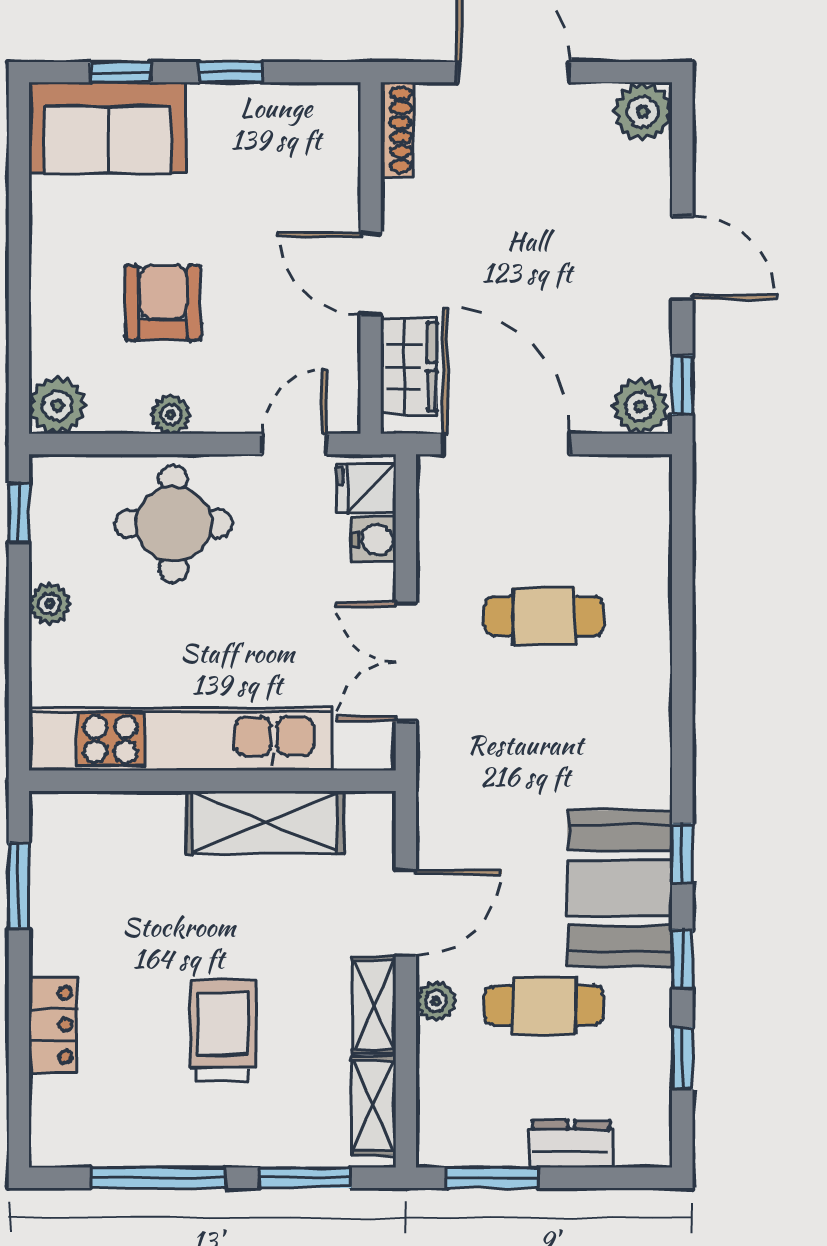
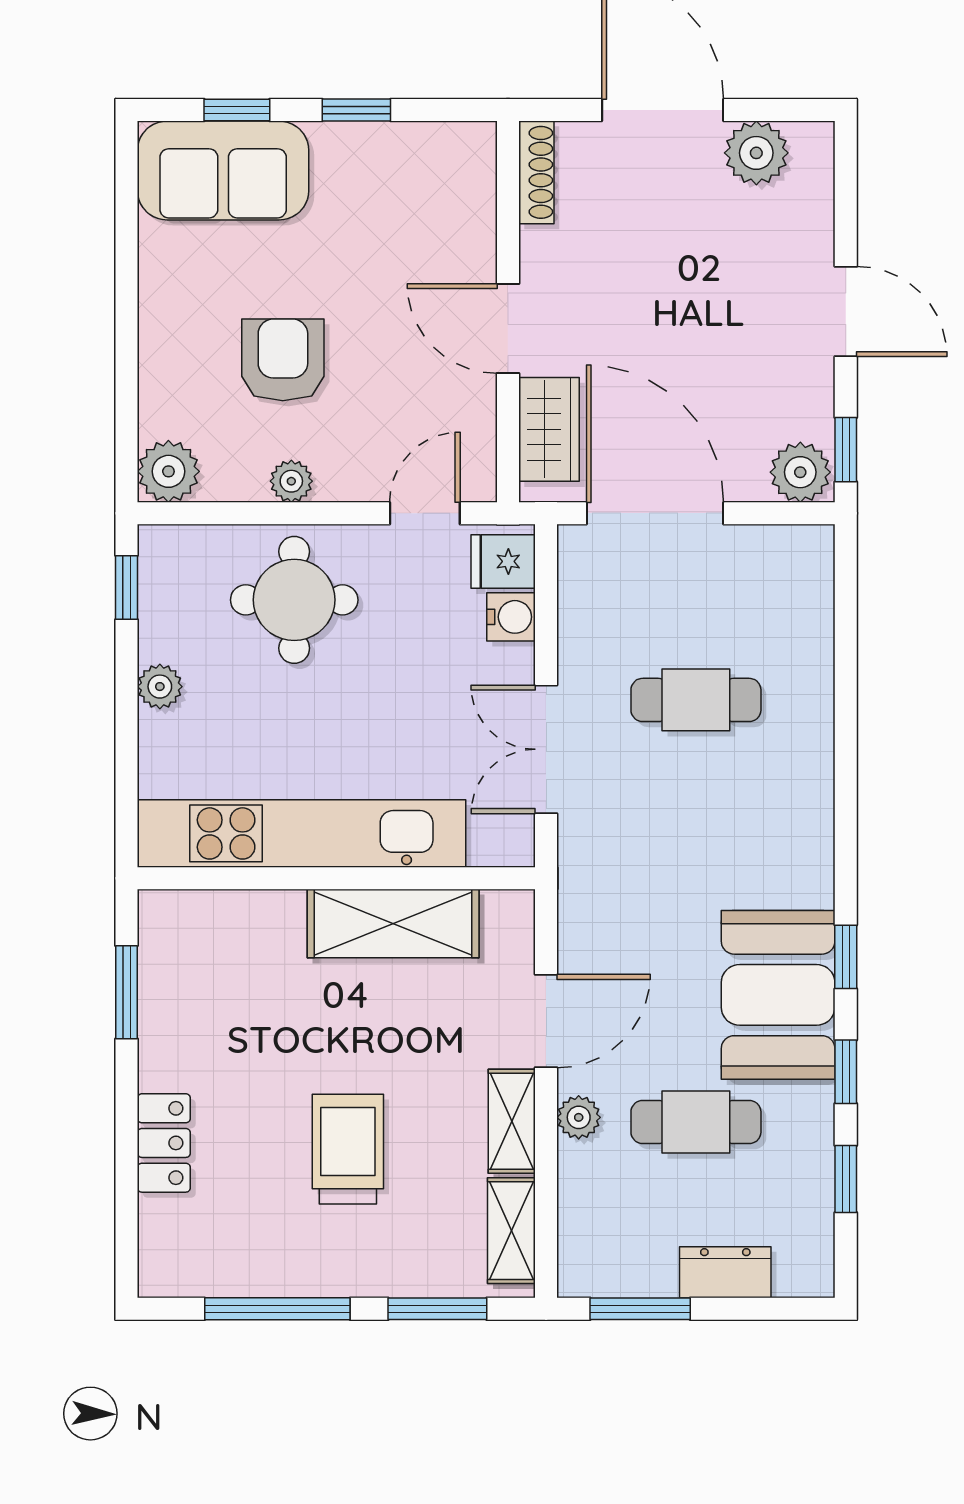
plant: (643, 112) -> (756, 153), moved

